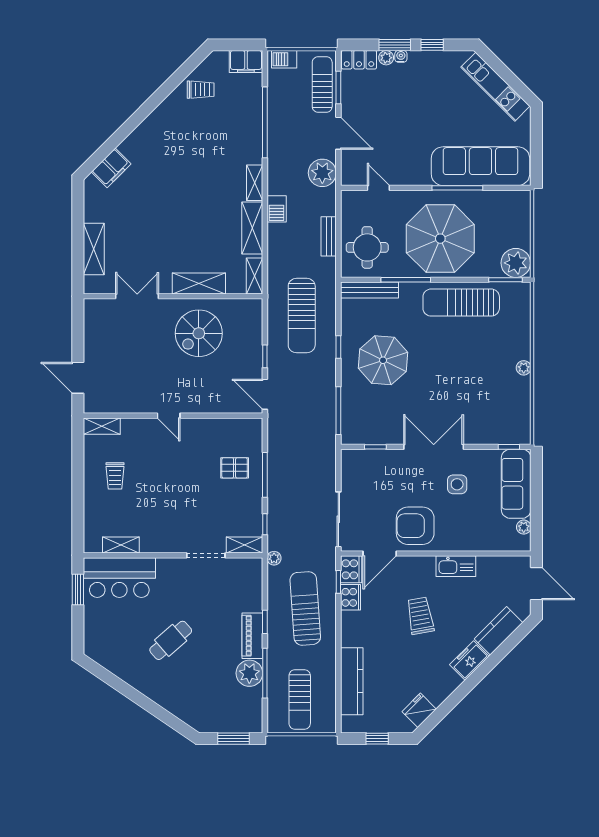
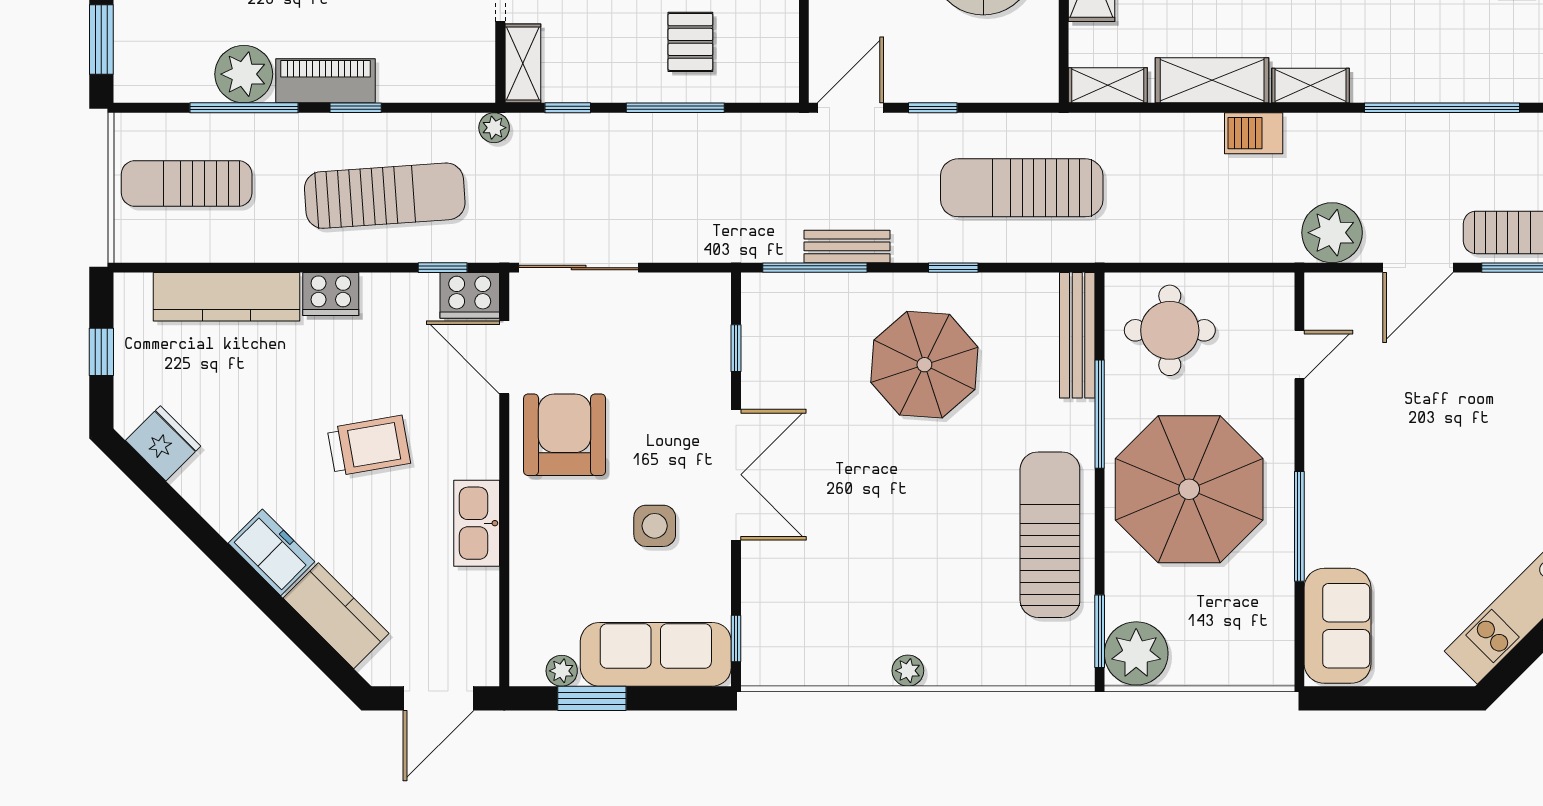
sofa: (480, 166) -> (1338, 626), width x0.54, depth x0.79
bench: (329, 236) -> (847, 246), moved
window: (536, 513) -> (592, 698), added
cooker: (350, 597) -> (331, 294), moved

